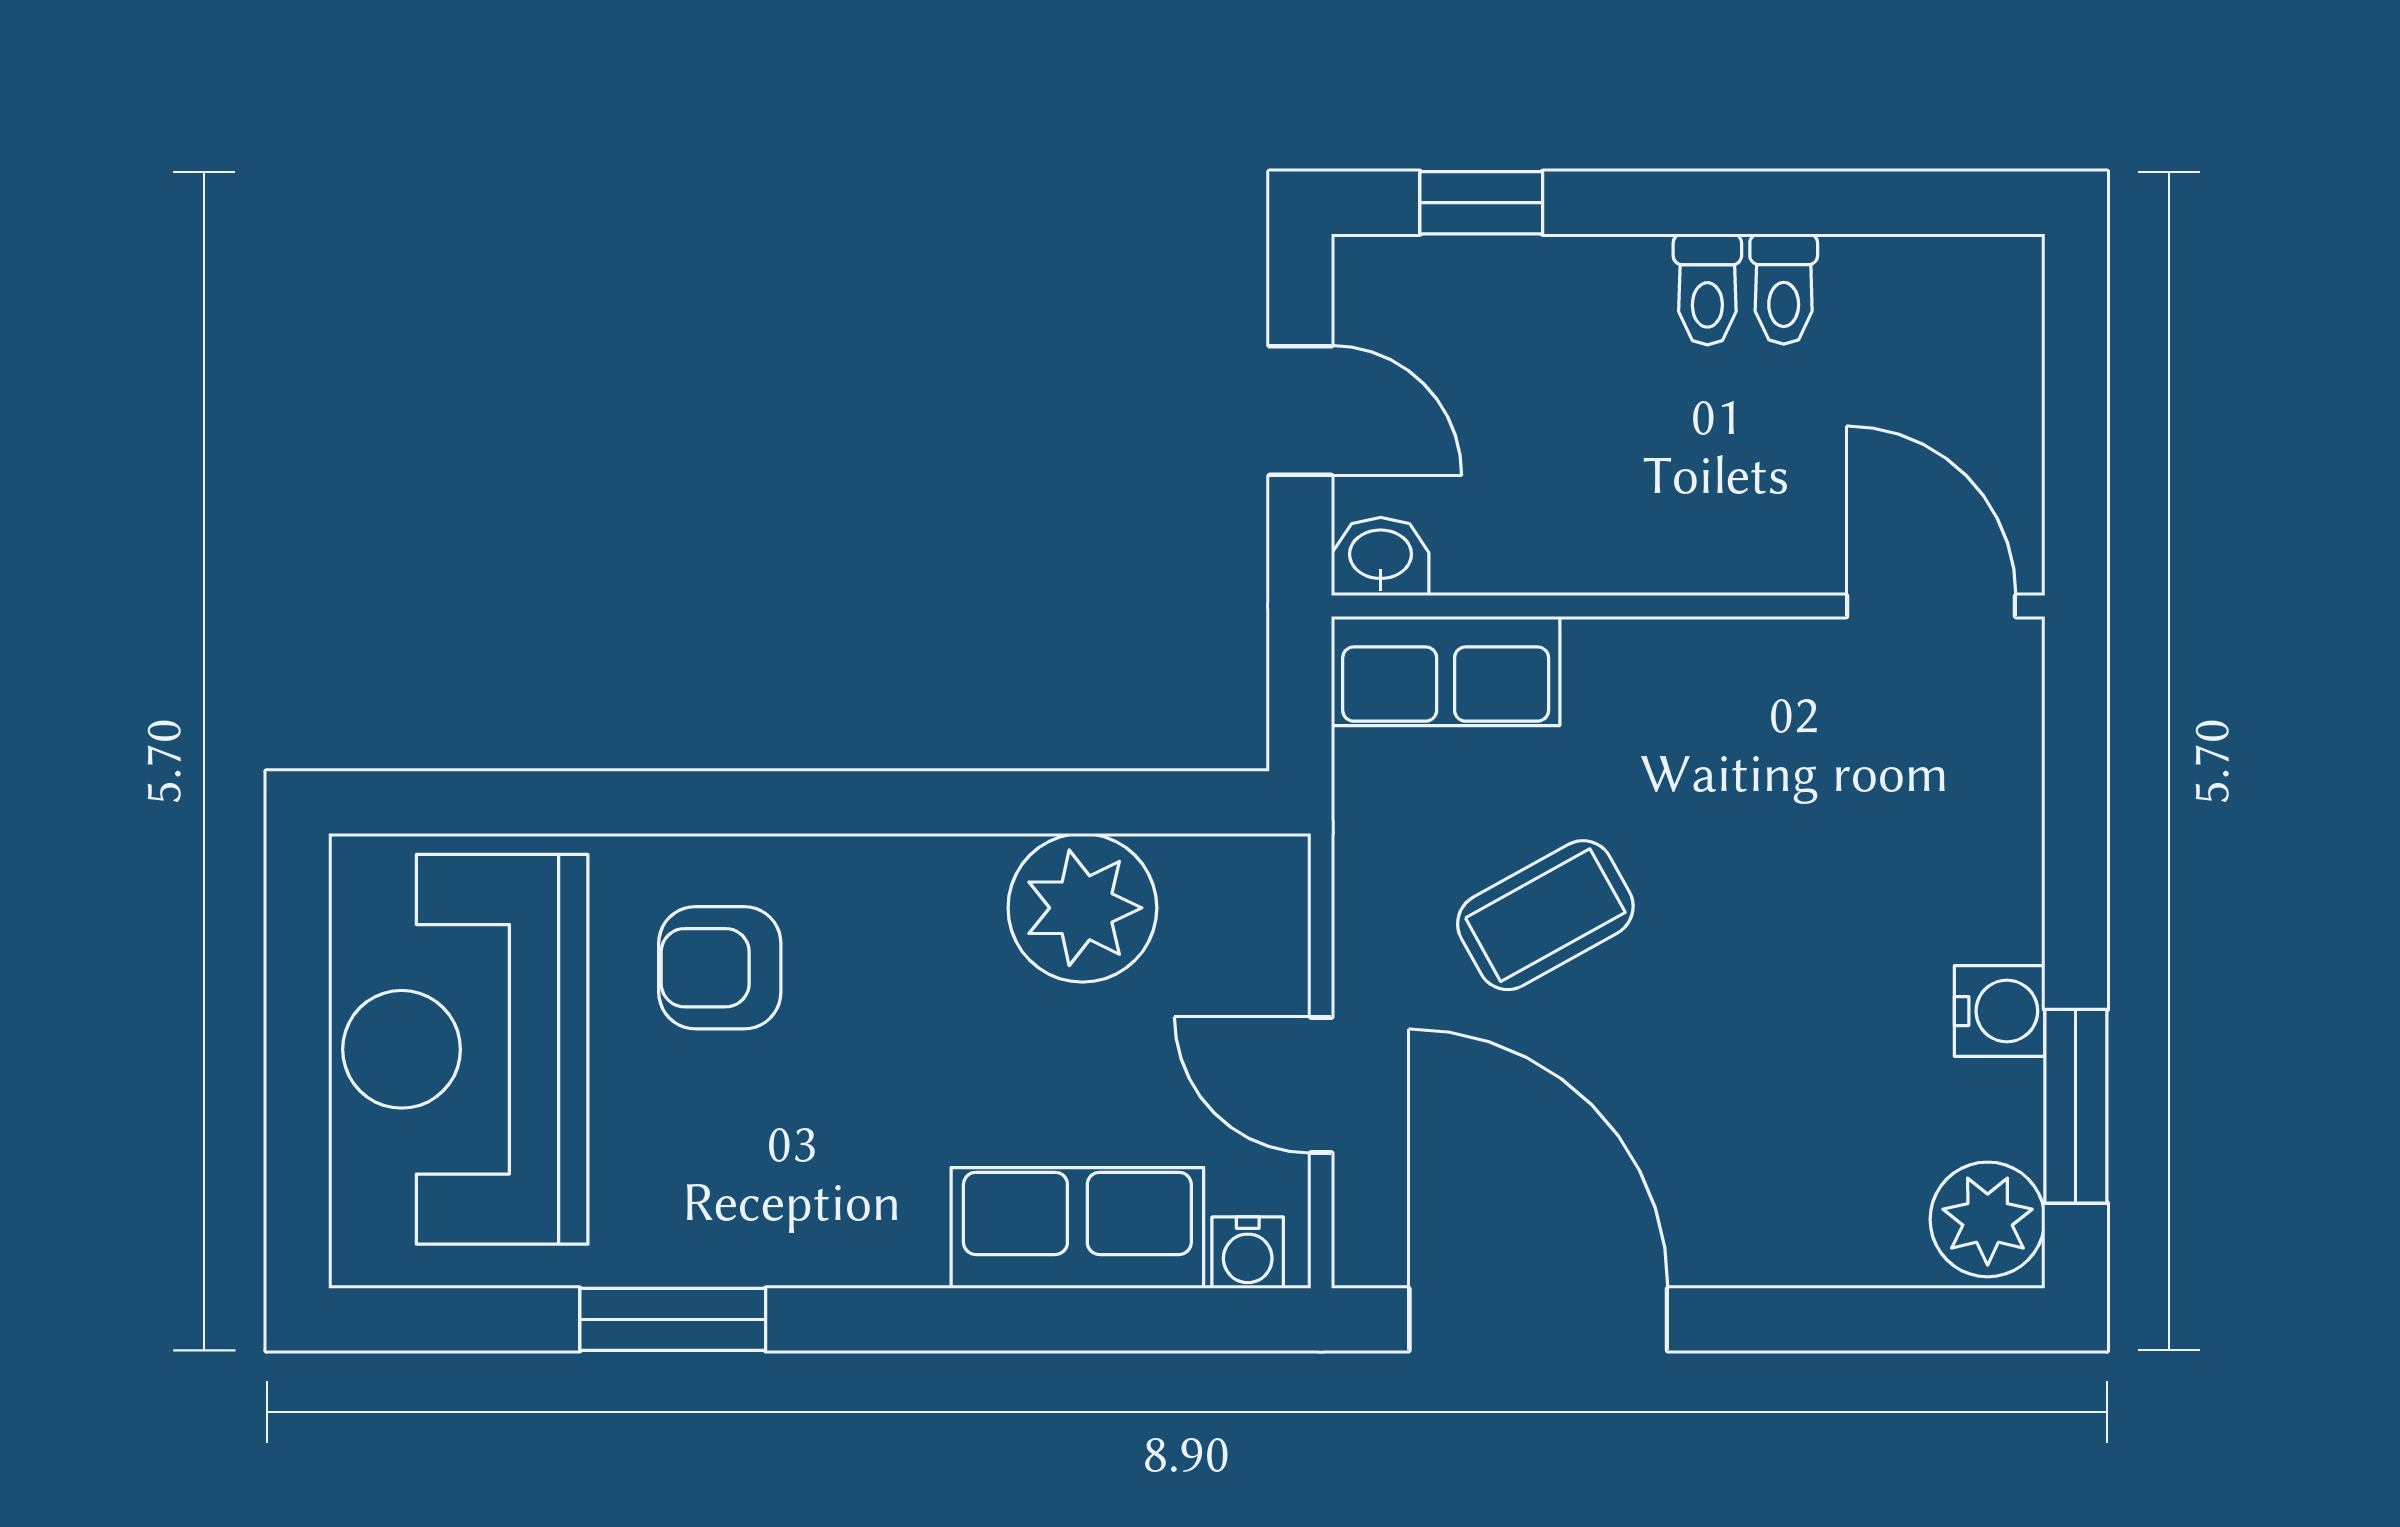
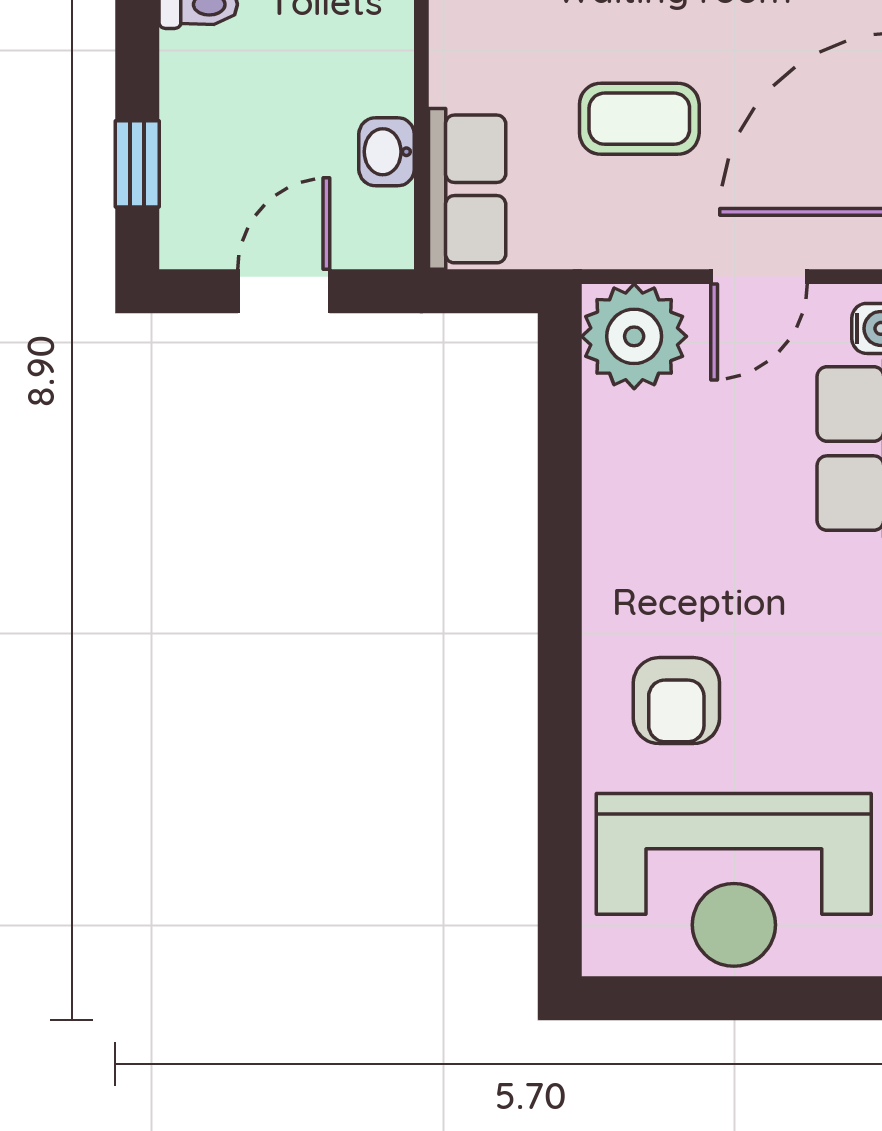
washbasin: (1381, 557) -> (387, 152), moved
plant: (1082, 908) -> (634, 336), moved
coffee table: (1545, 915) -> (639, 119), turned -61

